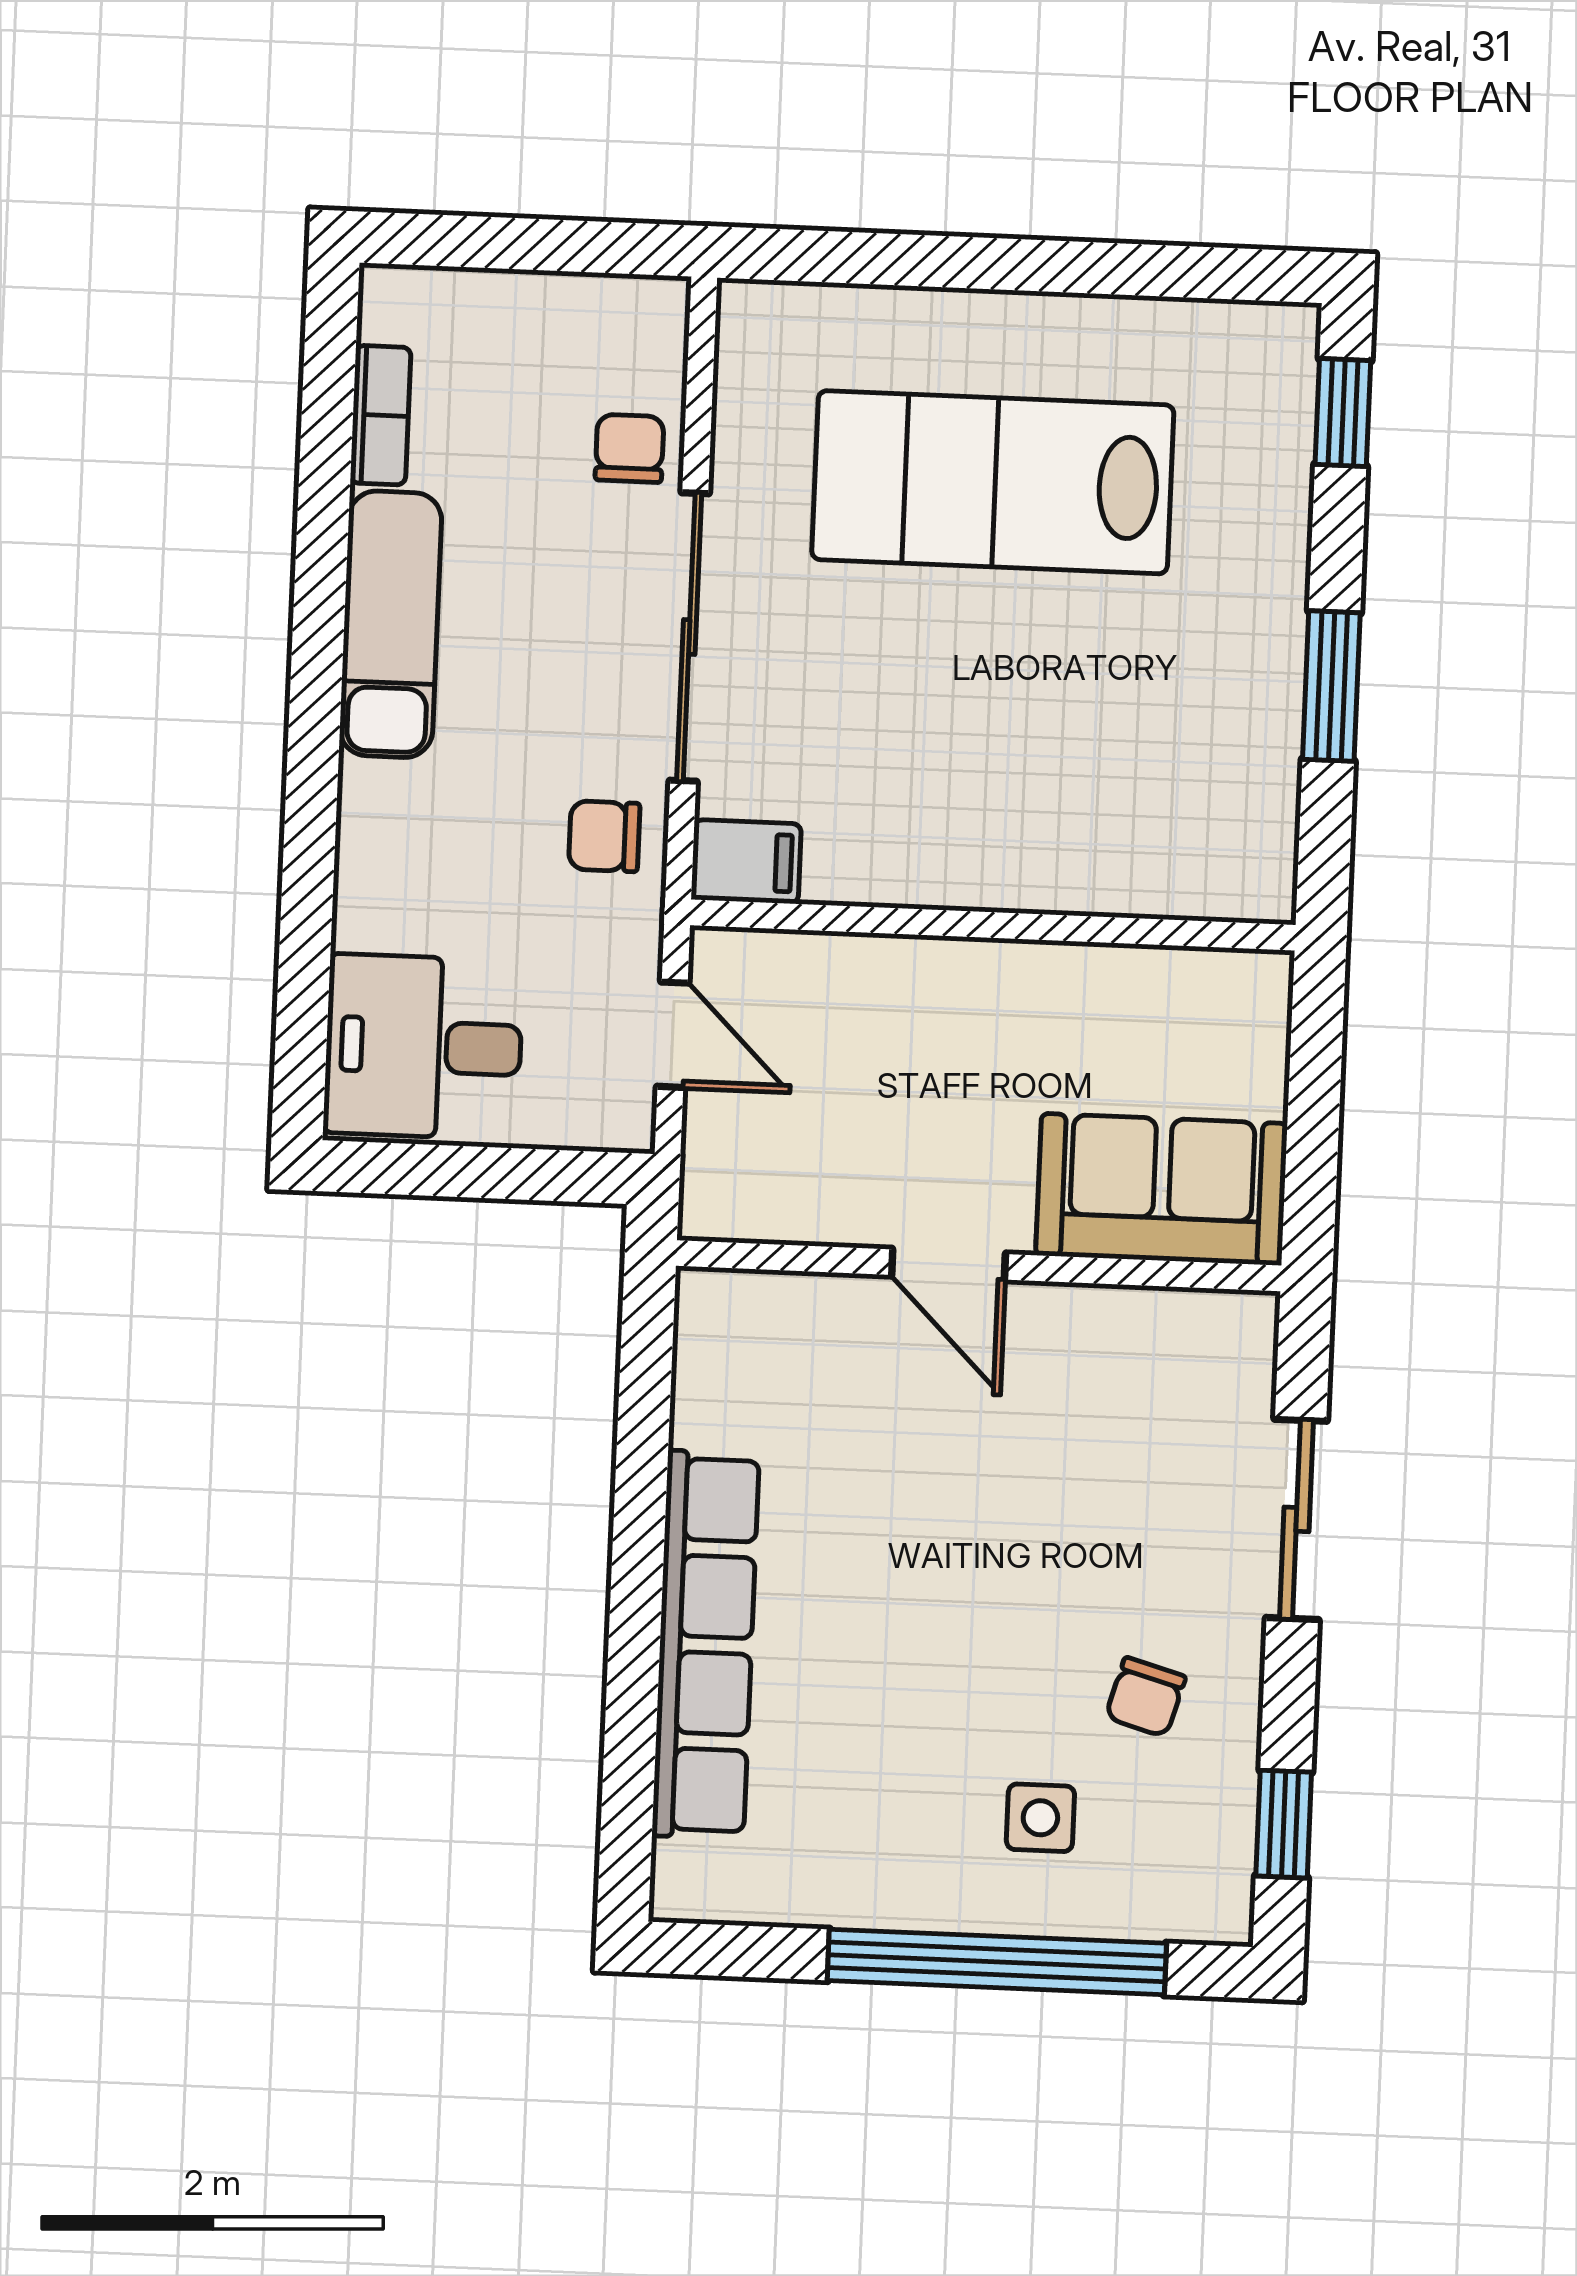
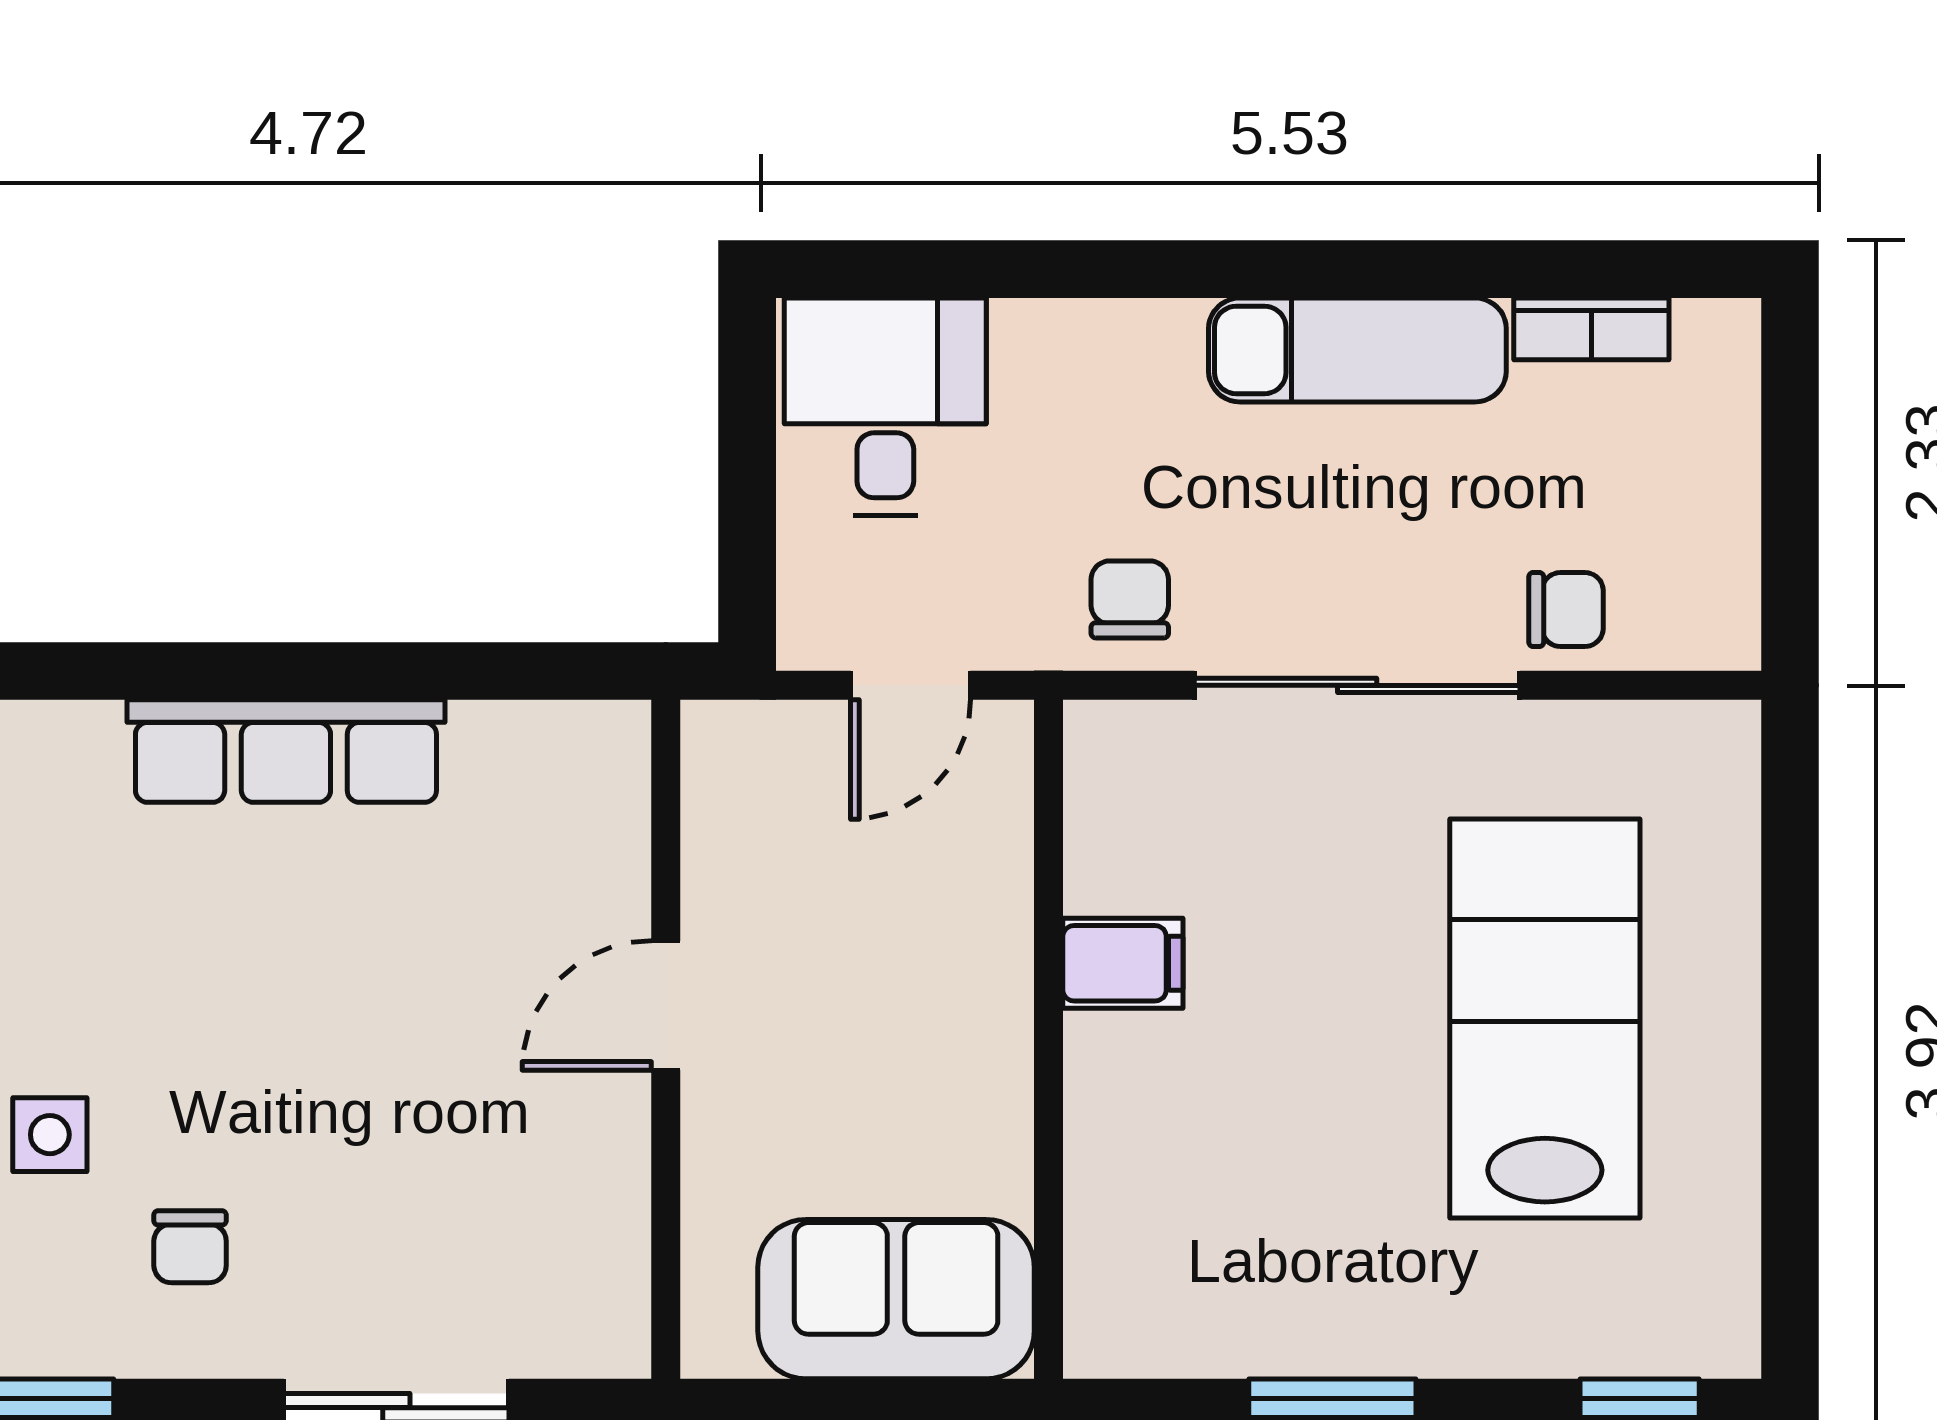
filing cabinet: (746, 862) -> (1123, 963), moved, turned -90
sofa: (1162, 1189) -> (896, 1299), moved, turned -90
row of seats: (706, 1645) -> (286, 751), width x0.73
chair: (1146, 1697) -> (190, 1247), turned -106

